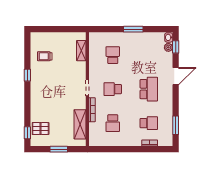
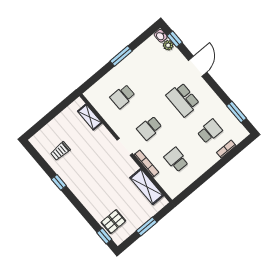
school desk: (113, 55) -> (123, 96), turned -90
school desk: (149, 89) -> (183, 100), turned 180
school desk: (113, 123) -> (176, 160), turned 180

